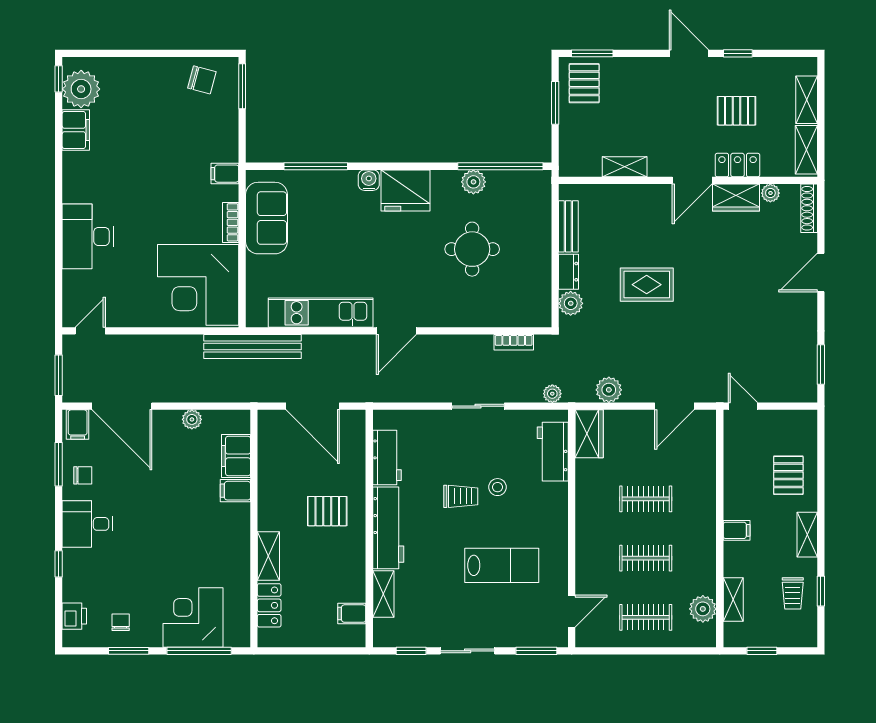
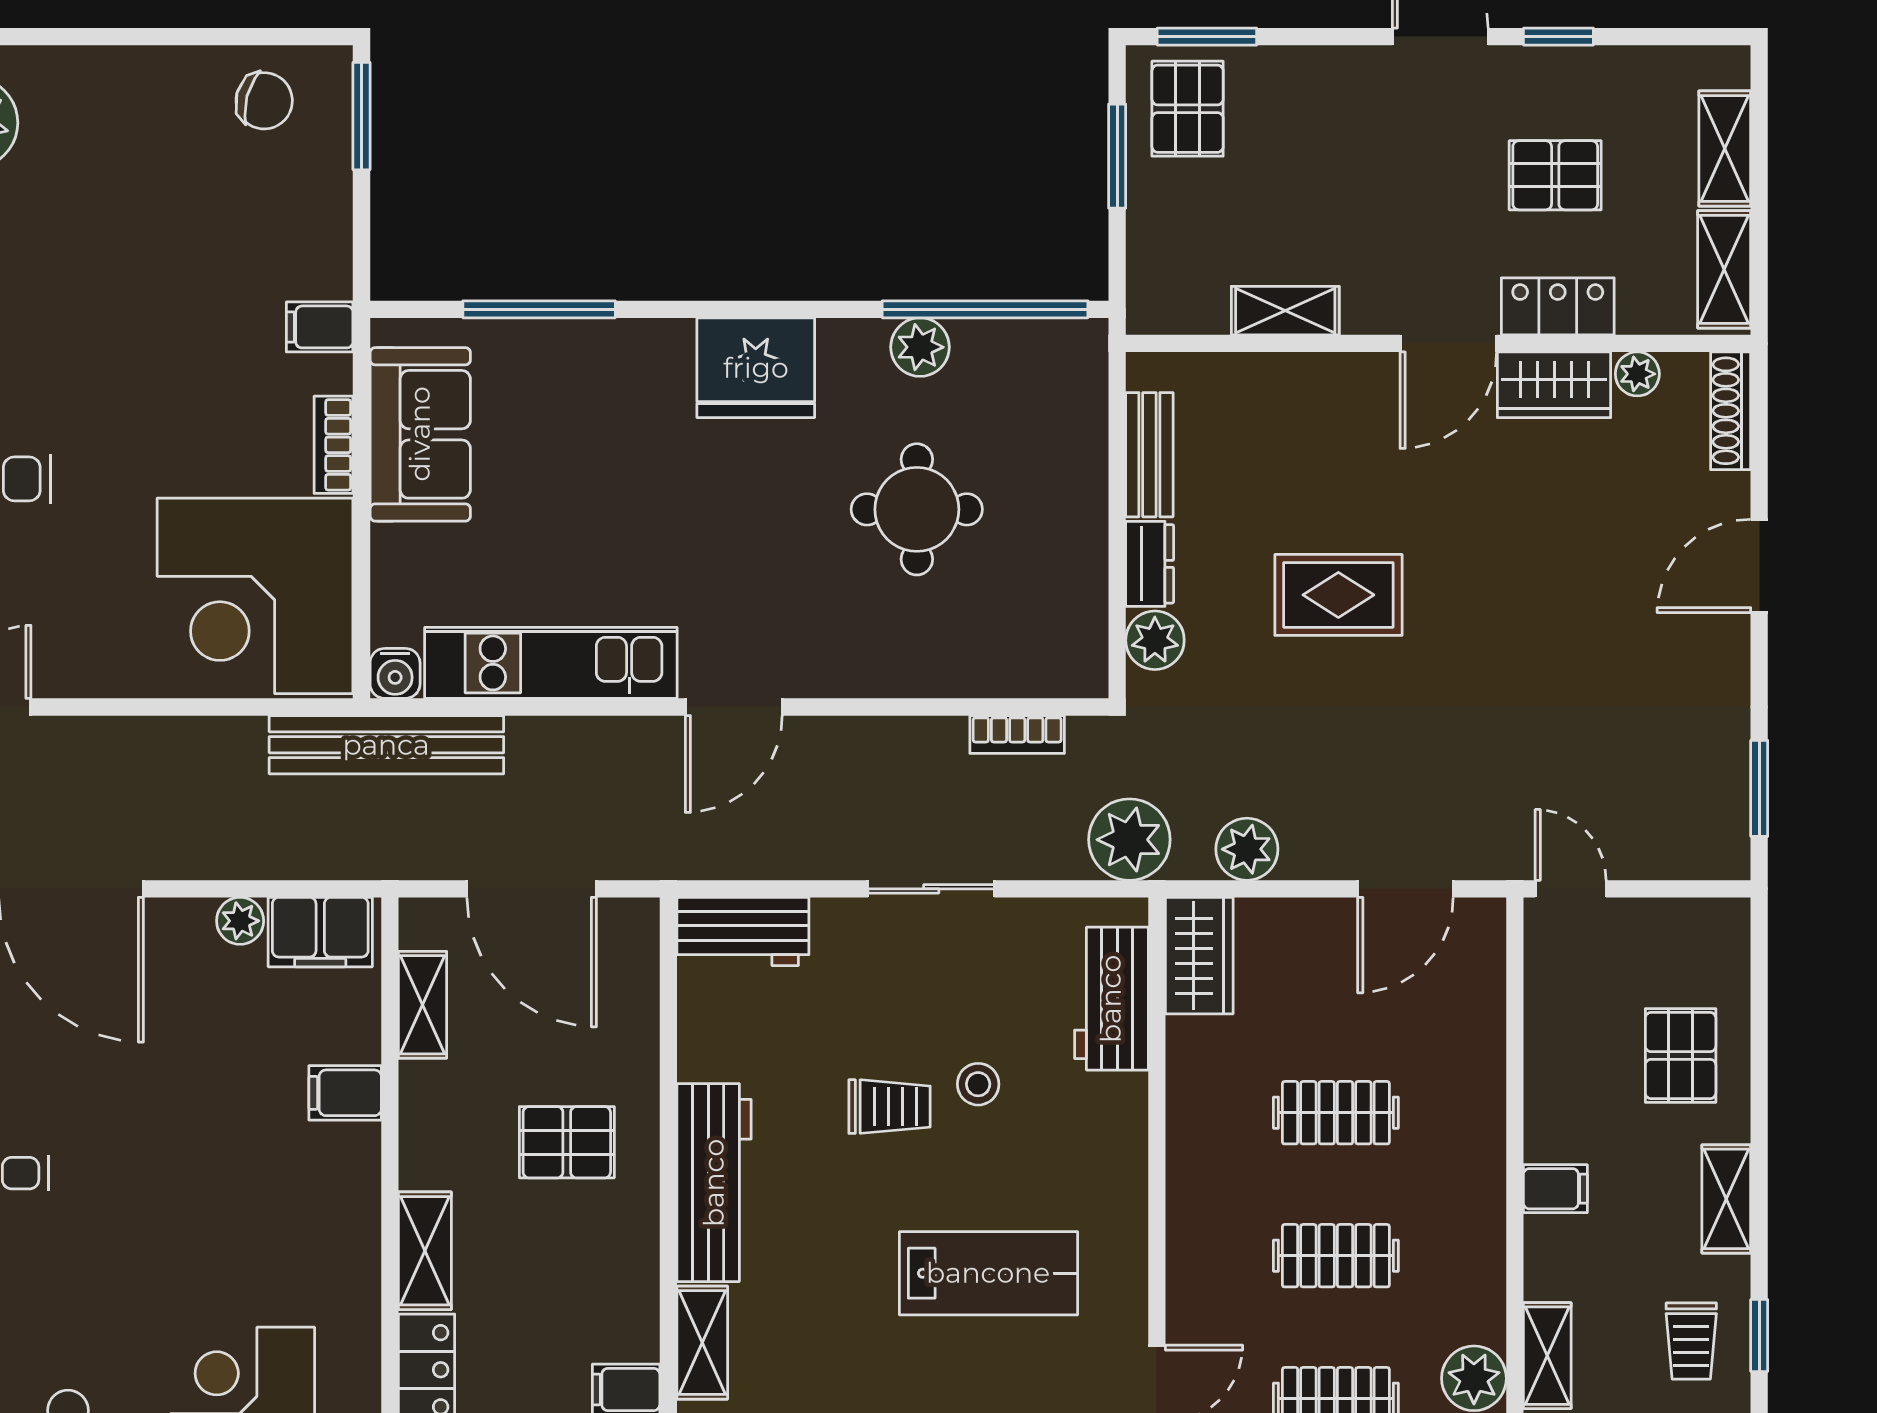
water cooler: (369, 180) -> (395, 673), moved, turned 180
plant: (552, 394) -> (1129, 840), width x1.88, depth x1.88
shelving: (267, 454) -> (422, 1005), added
filing cabinet: (236, 456) -> (320, 932), moved, turned -90
workbench: (387, 458) -> (743, 931), moved, turned 90

